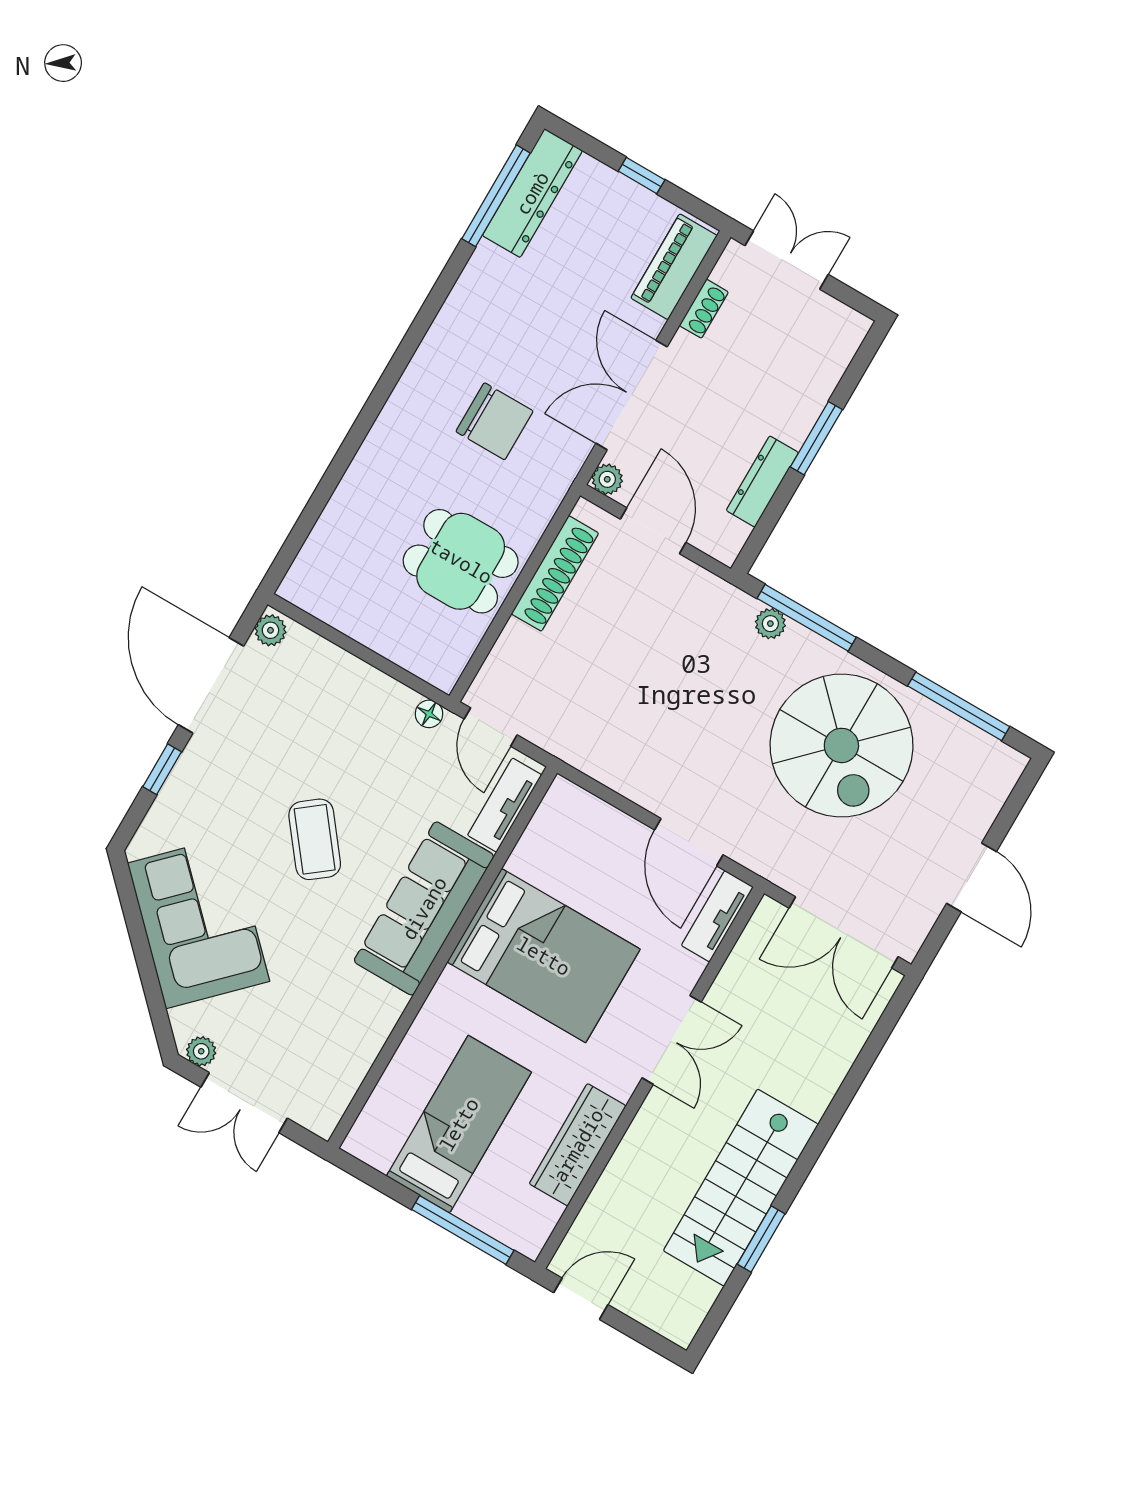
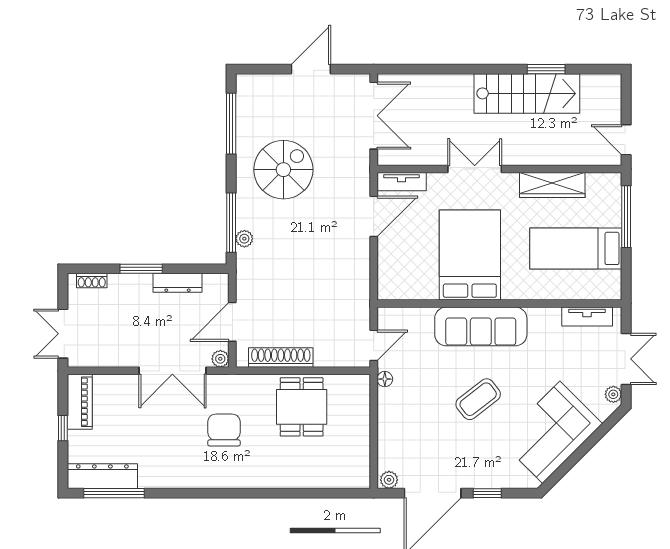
piano: (674, 267) -> (80, 402), moved, turned -90
shoe rack: (704, 309) -> (92, 281), moved, turned 180
spiral stairs: (841, 745) -> (283, 170), width x0.73, depth x0.73
tv unit: (505, 805) -> (587, 317), moved

